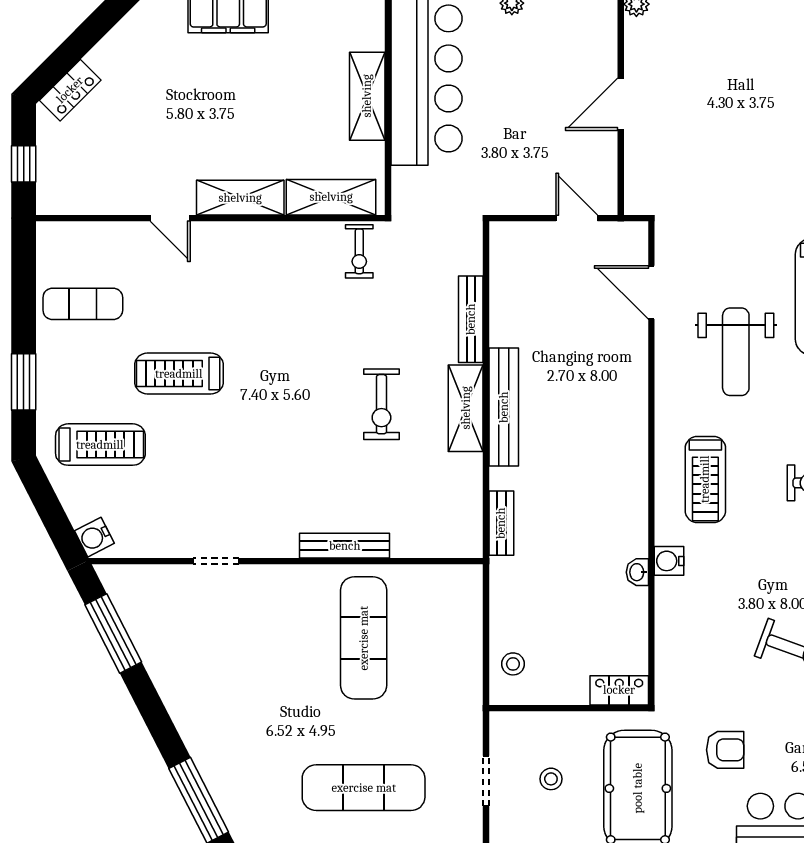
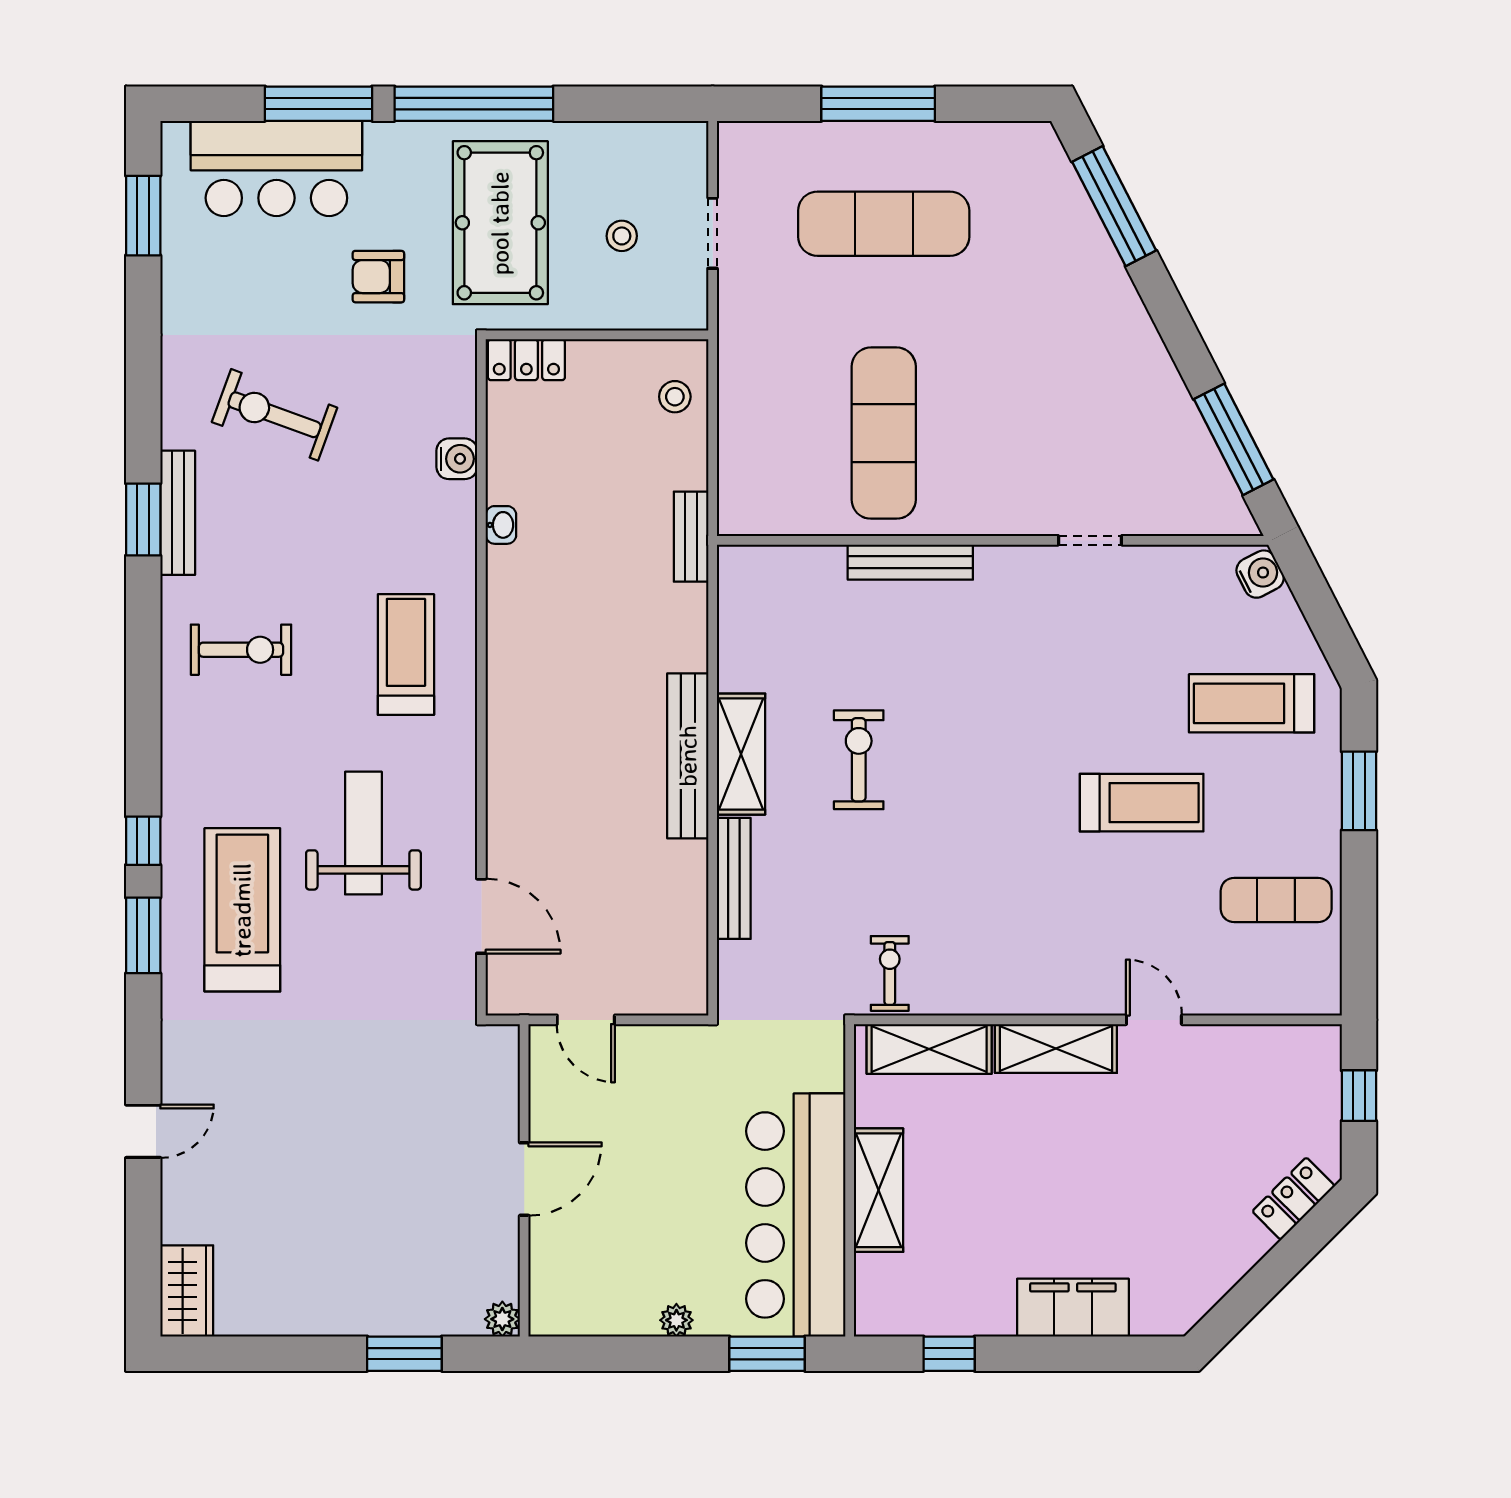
bench: (501, 523) -> (691, 537), moved
water cooler: (669, 561) -> (457, 459), moved

